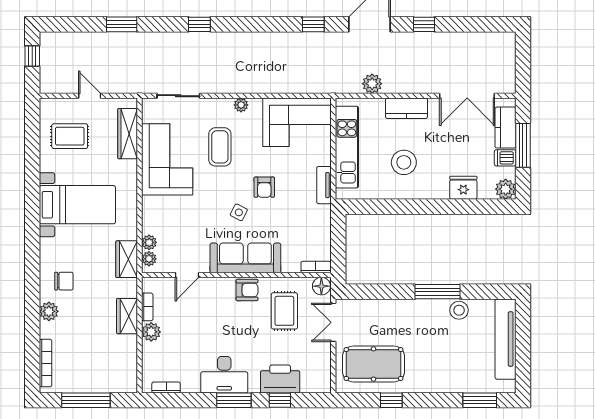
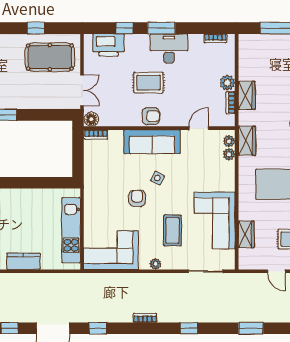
bookcase: (254, 37) -> (145, 318), added
plant: (372, 84) -> (51, 281), removed
wardrobe: (128, 134) -> (246, 234), width x0.67
stool: (404, 162) -> (26, 218), removed
tv unit: (324, 185) -> (89, 200), removed
armchair: (247, 290) -> (151, 116), turned 180
rug: (284, 311) -> (149, 83), moved, turned 90
printer: (280, 379) -> (108, 45), moved

